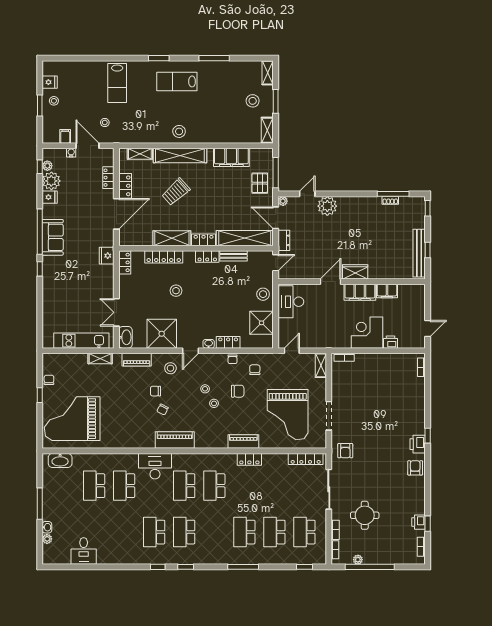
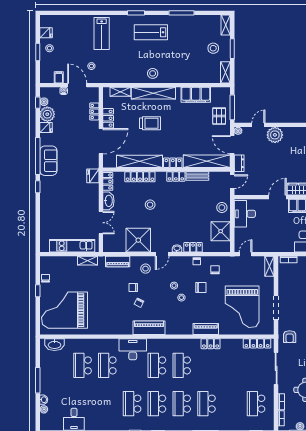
trolley: (176, 192) -> (150, 123), turned -138
shelving: (172, 238) -> (139, 161), width x1.47
double door: (116, 312) -> (101, 223), swing flipped
washbasin: (125, 337) -> (108, 201), moved
school desk: (274, 532) -> (182, 404), moved

